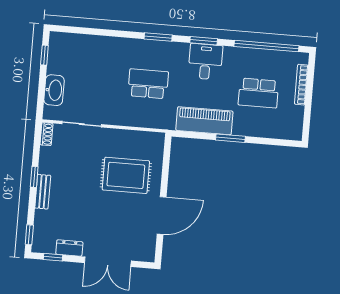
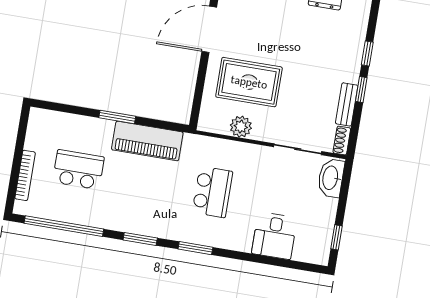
desk: (205, 62) -> (274, 236), moved
school desk: (148, 84) -> (212, 192), turned -90
washbasin: (54, 90) -> (331, 178), moved
plant: (129, 139) -> (241, 127), added
bench: (43, 192) -> (347, 104), moved
window: (29, 235) -> (367, 53), moved

